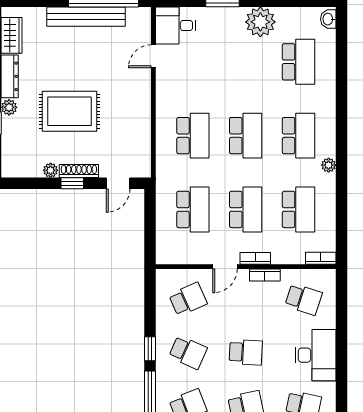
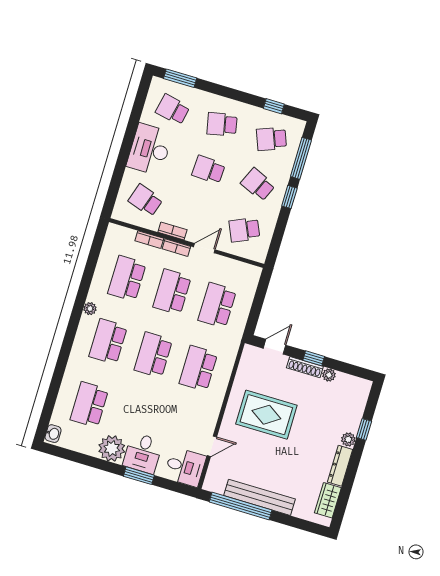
desk: (225, 27) -> (143, 453), added
rug: (69, 111) -> (266, 415), moved
bookcase: (321, 258) -> (149, 240), moved

